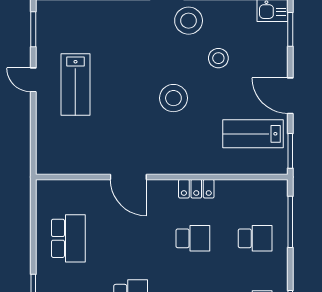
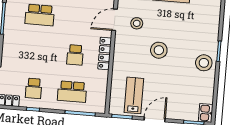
stool: (218, 58) -> (137, 23), moved
locker: (196, 189) -> (105, 53), width x1.53
school desk: (255, 238) -> (72, 92), width x1.85

